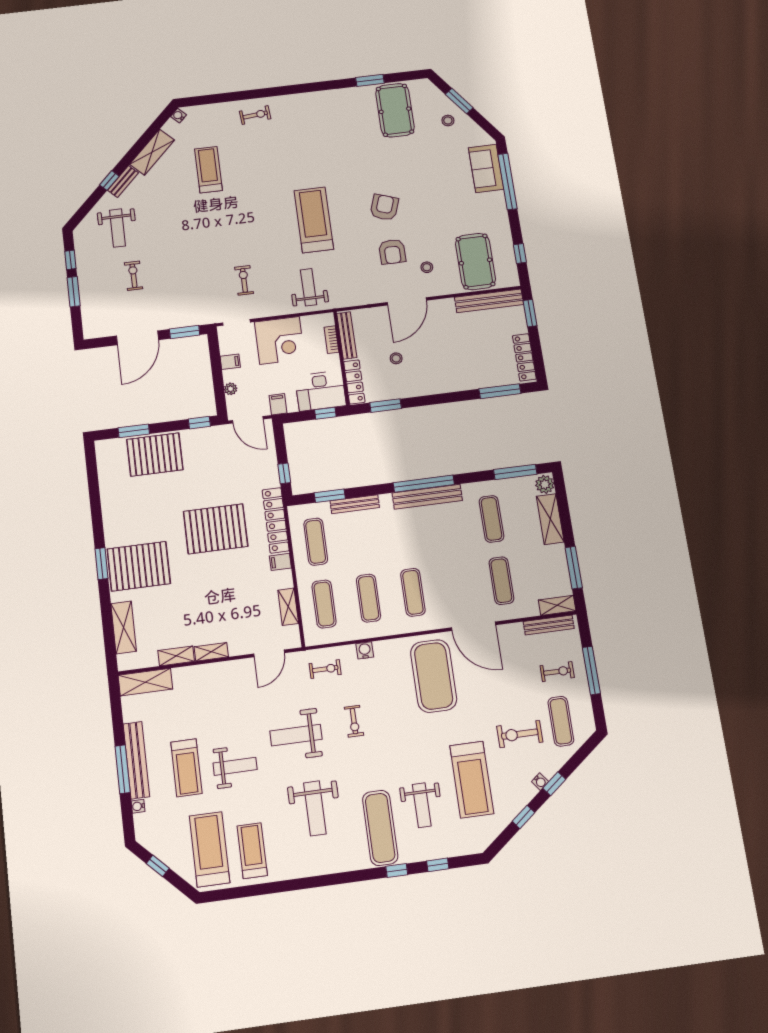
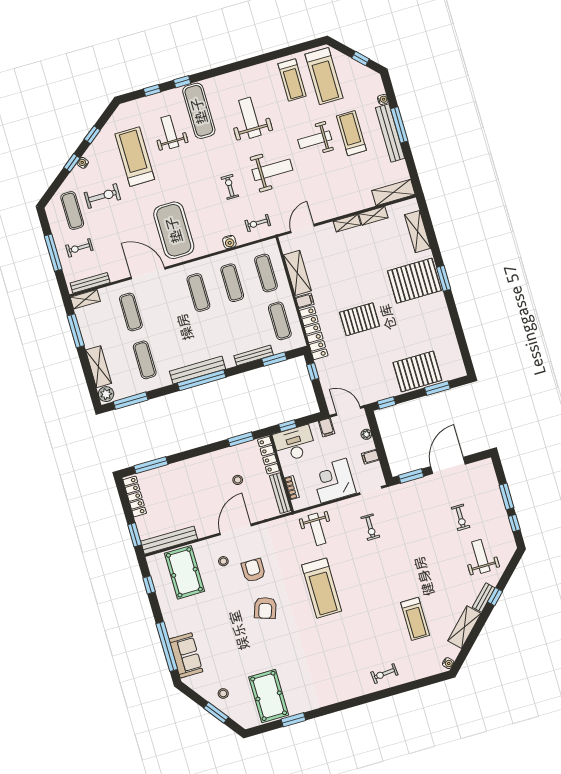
pallet: (216, 529) -> (360, 319), width x0.73, depth x0.71
shelving: (288, 607) -> (297, 273), width x1.50, depth x1.33

